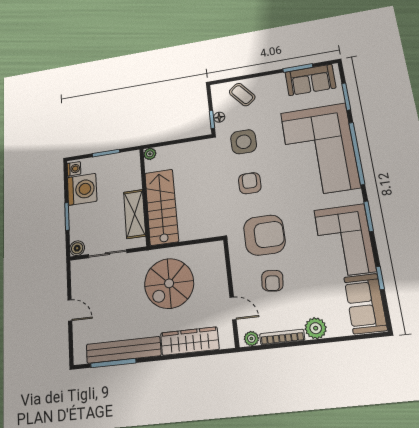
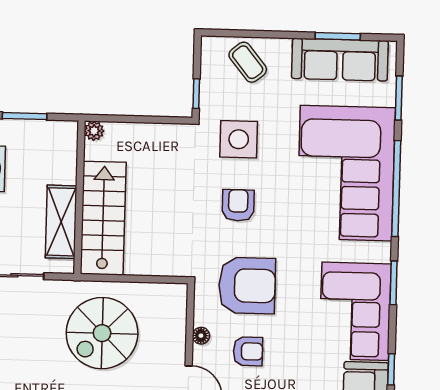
sofa: (310, 80) -> (340, 60), width x1.36
floor lamp: (219, 117) -> (201, 336), moved
armchair: (272, 281) -> (248, 351), turned -96

